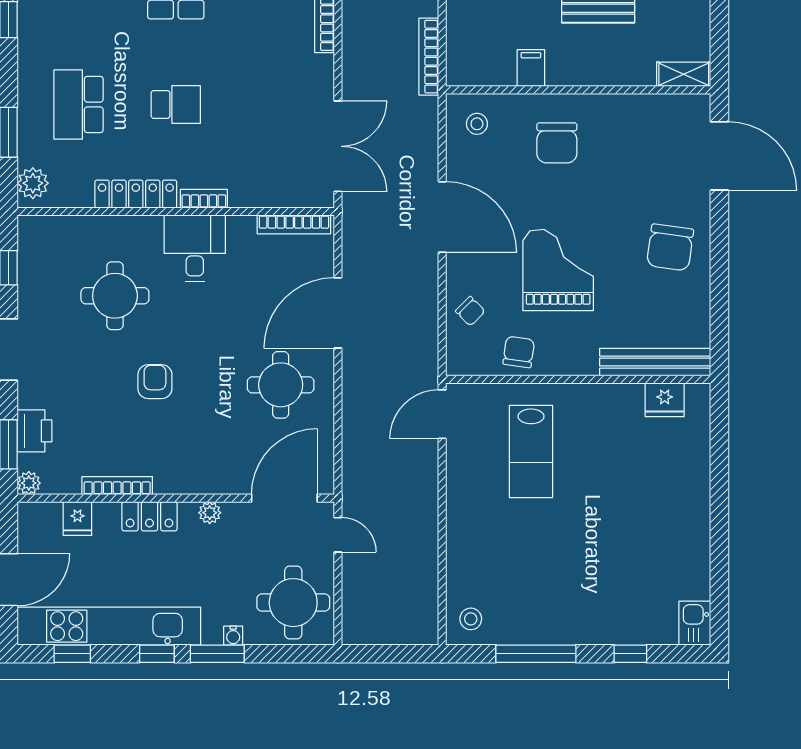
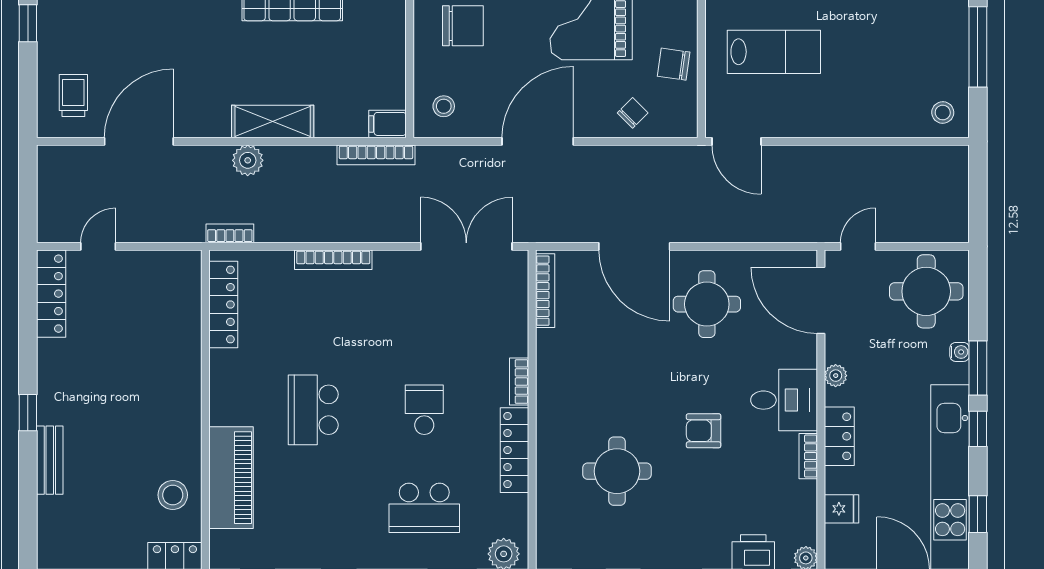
filing cabinet: (531, 68) -> (388, 124), moved
desk: (195, 248) -> (784, 400), moved, turned 180
bookcase: (117, 486) -> (808, 456), width x0.64

